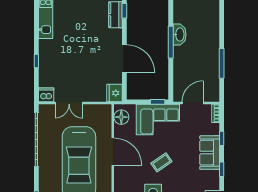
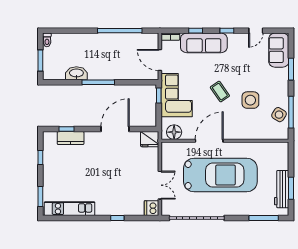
washbasin: (180, 35) -> (76, 73), moved
window: (222, 63) -> (120, 31), width x1.46
sofa: (210, 153) -> (204, 43), width x1.36

